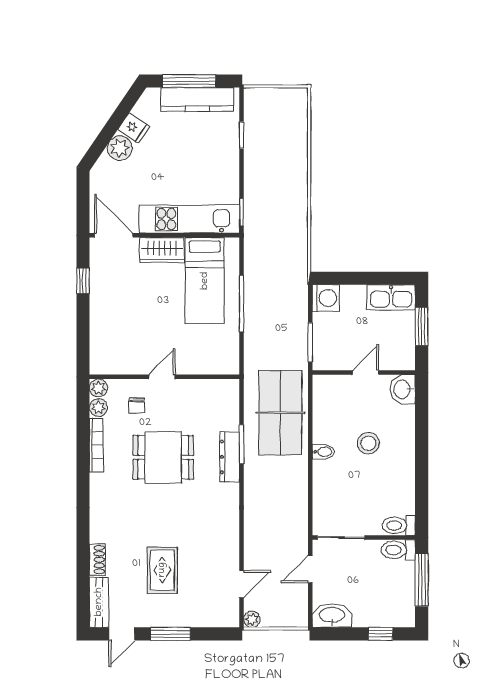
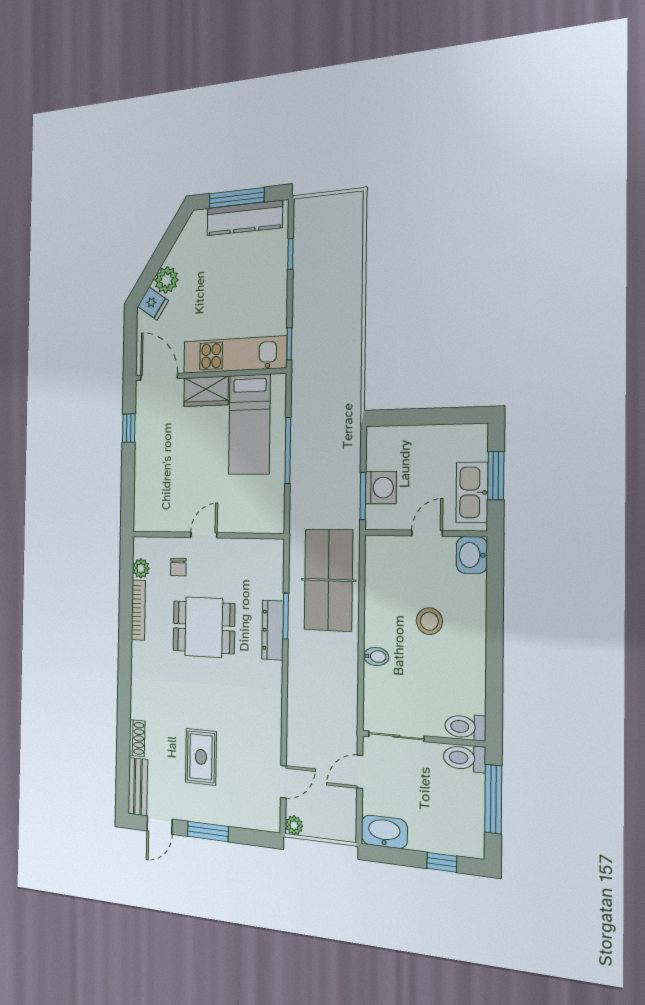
fridge: (134, 128) -> (153, 303), moved
kitchen sink: (391, 297) -> (472, 492), moved, turned 90
washing machine: (326, 298) -> (381, 488), moved
plant: (98, 388) -> (141, 547), removed
bidet: (323, 452) -> (376, 656), moved

